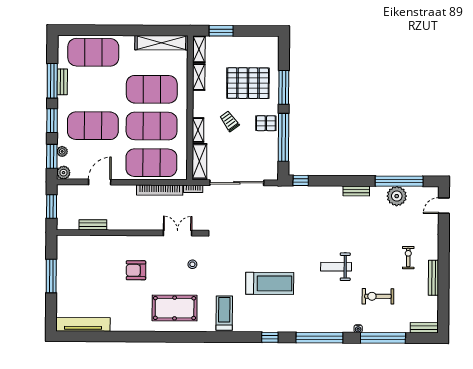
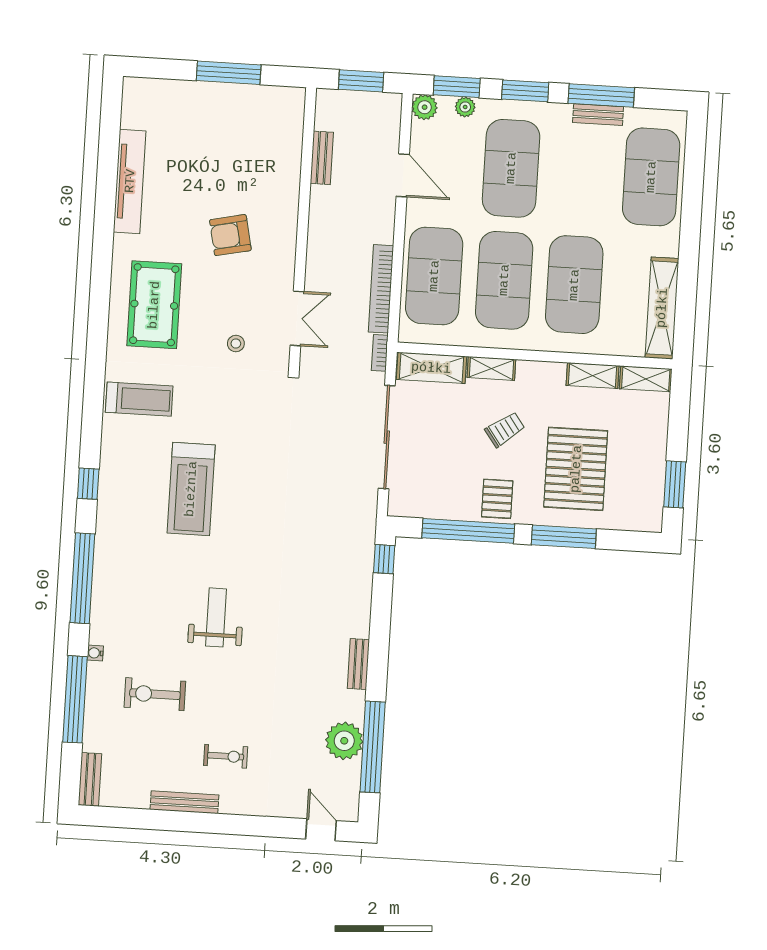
window: (221, 31) -> (675, 484), moved
armchair: (136, 270) -> (230, 235), turned -102
exercise bike: (378, 296) -> (155, 694), turned -90
tv unit: (83, 324) -> (130, 181), moved

